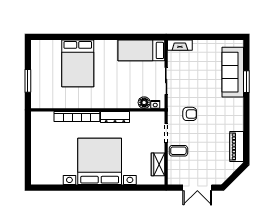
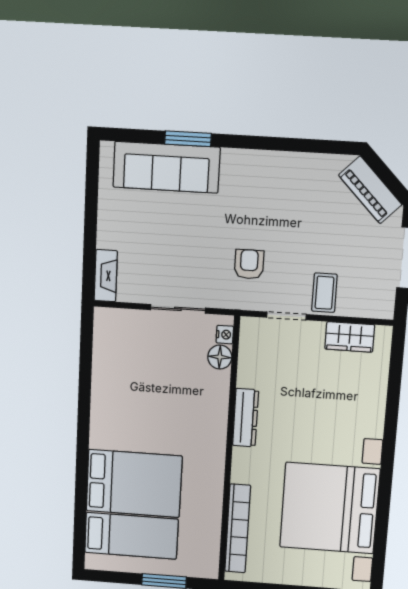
bed: (141, 50) -> (131, 536), moved, turned -90
bookcase: (77, 116) -> (238, 528), moved
piano: (237, 147) -> (370, 190), moved, turned 45
bed with nightstands: (100, 161) -> (330, 508), moved

